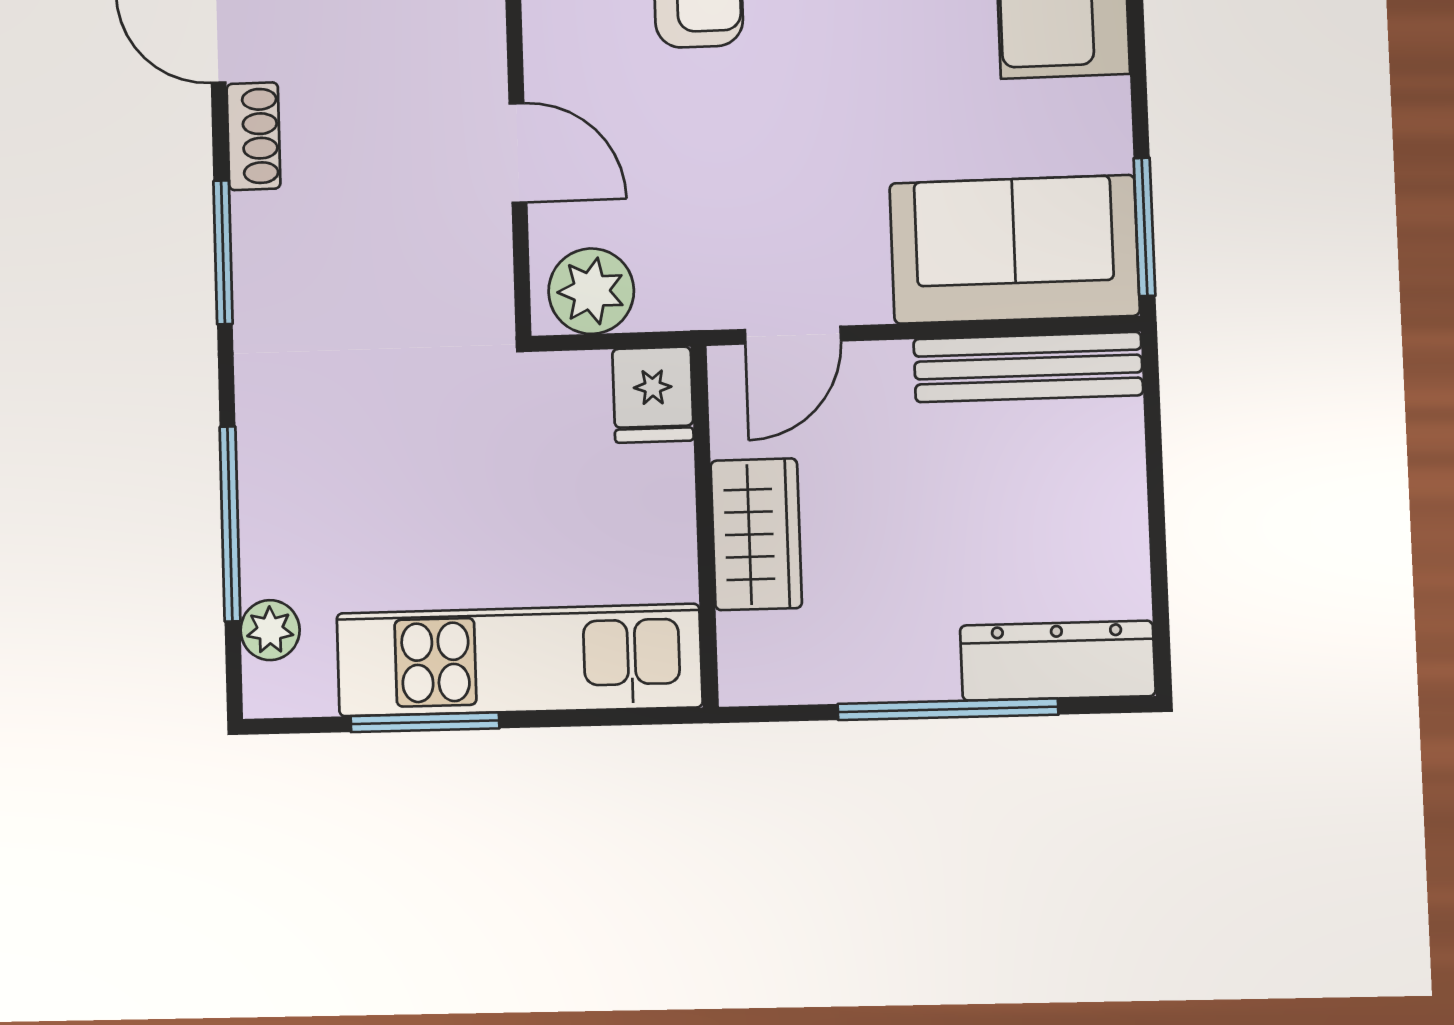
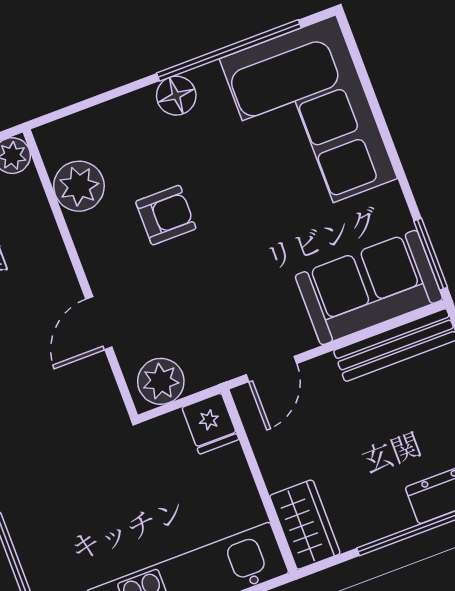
door: (518, 153) -> (99, 323), swing flipped
wardrobe: (756, 534) -> (305, 525), moved

